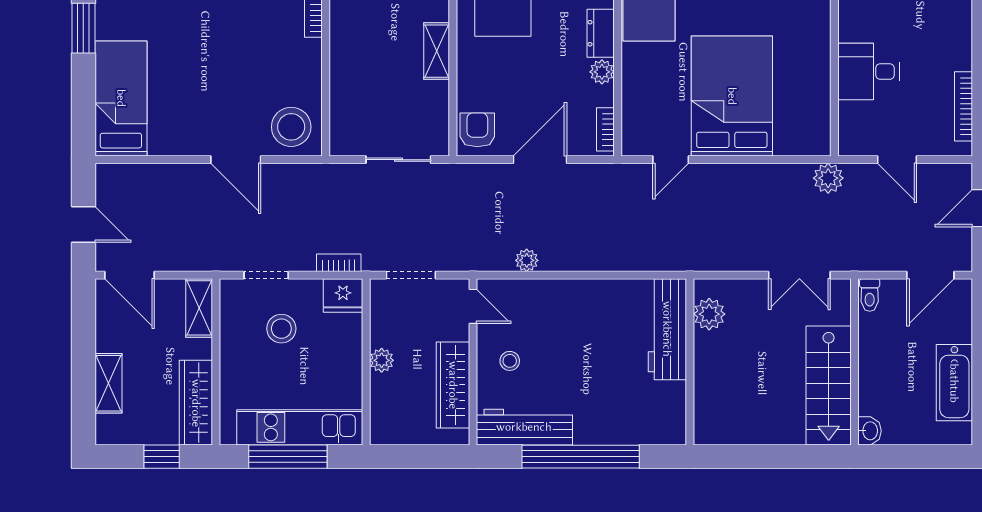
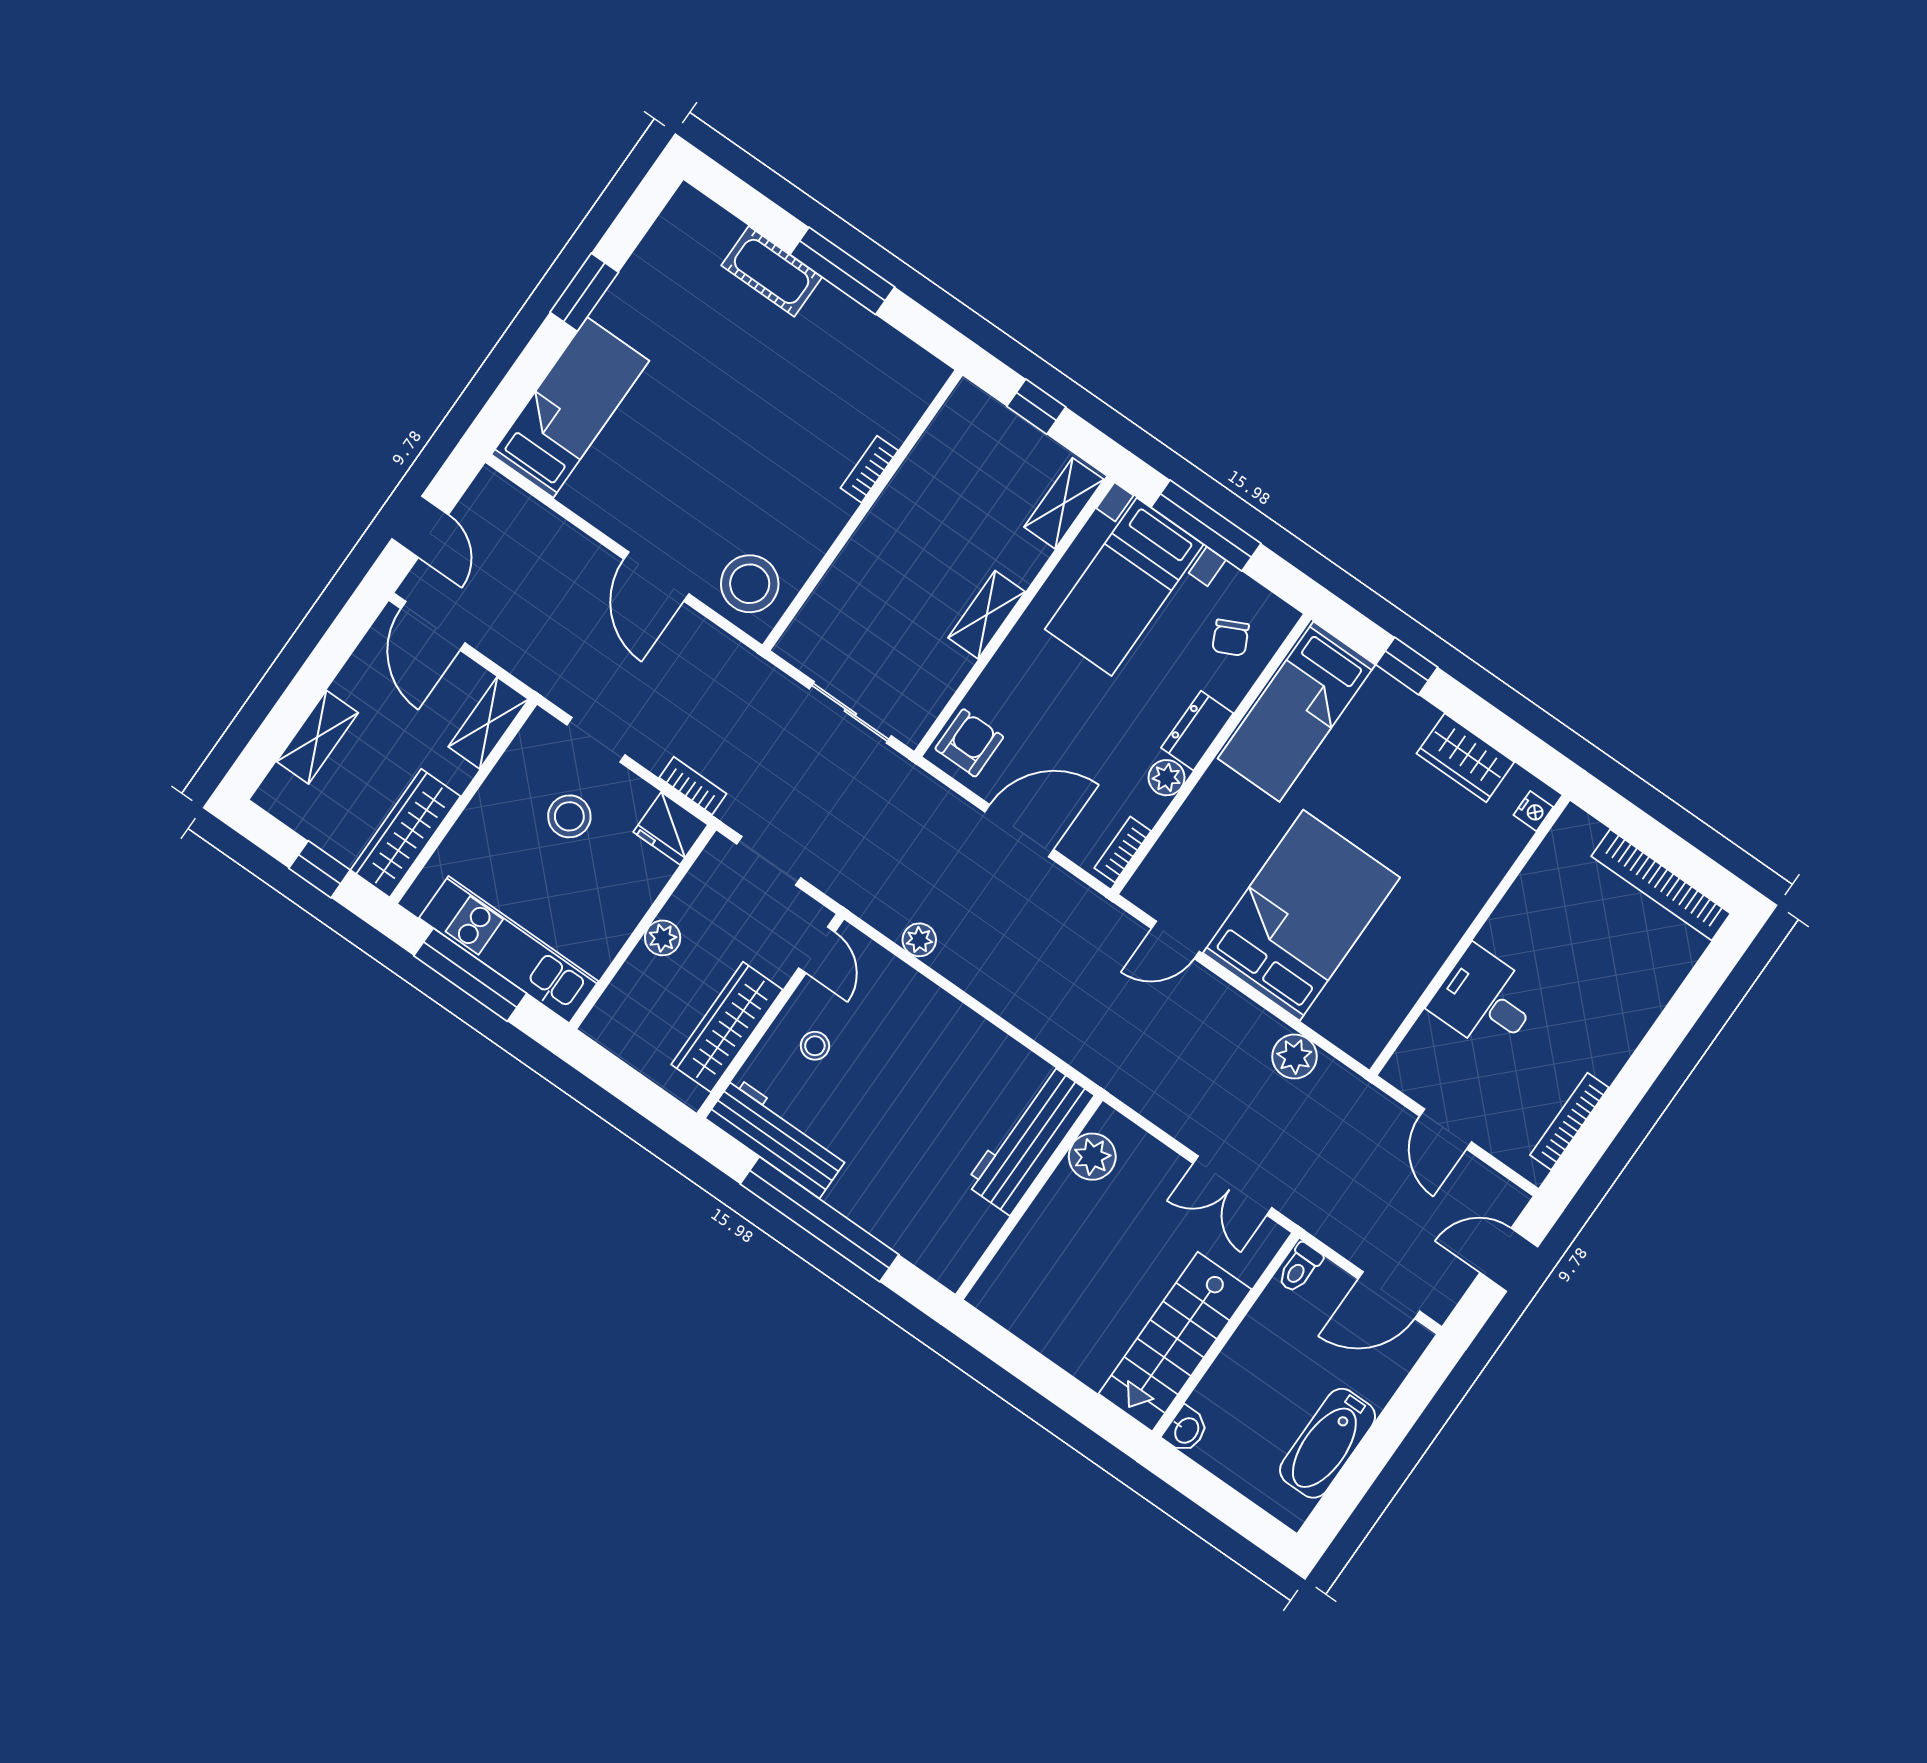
plant: (828, 178) -> (1294, 1057), moved

